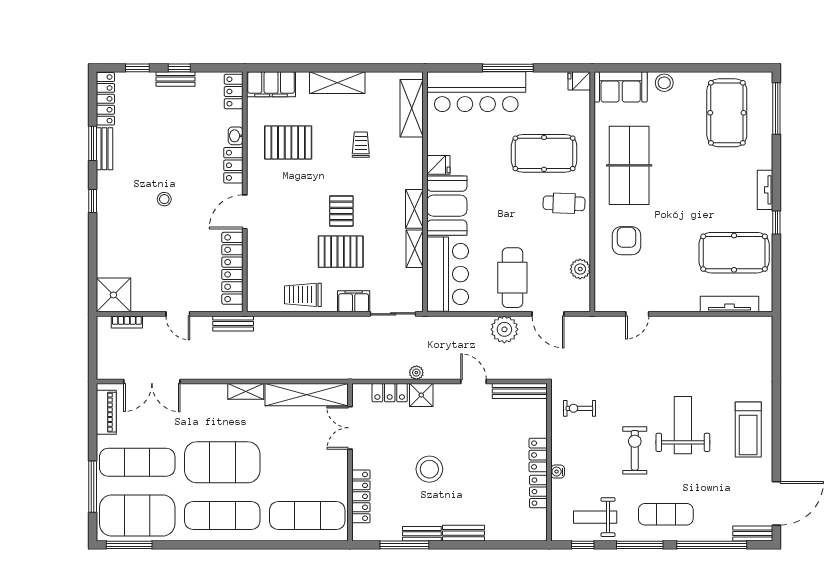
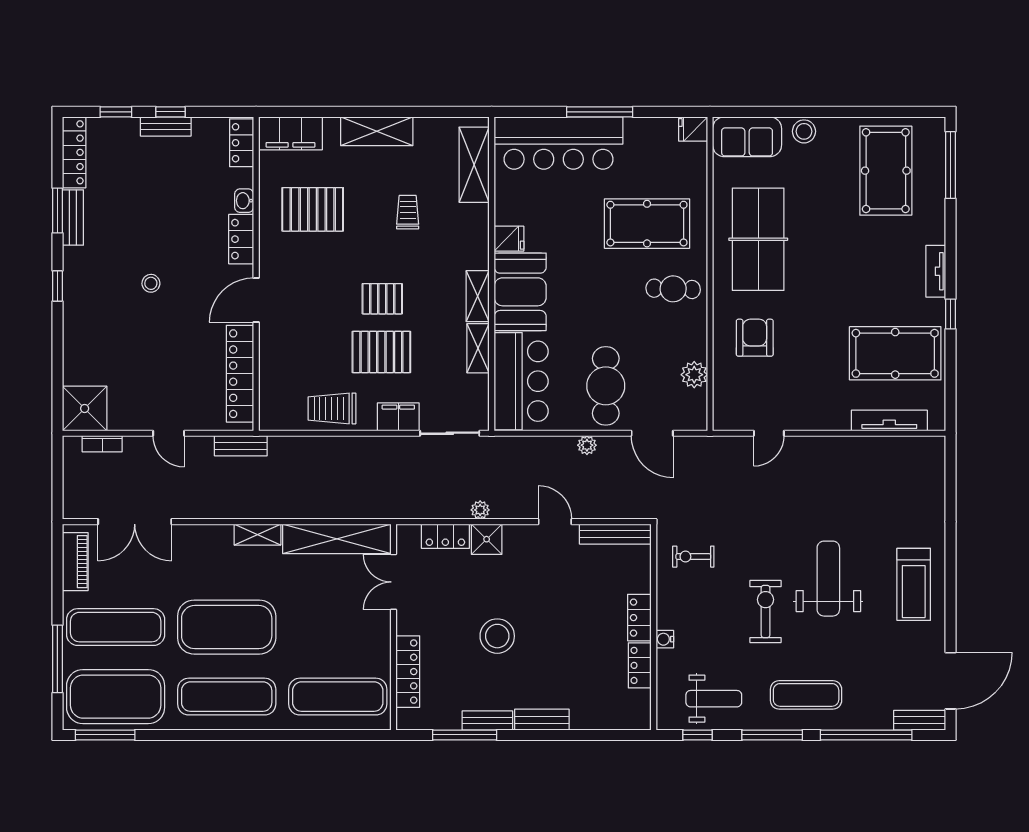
pallet: (341, 211) -> (382, 299), turned 90
plant: (504, 329) -> (587, 445), width x0.53, depth x0.53
weight bench: (595, 517) -> (714, 699), turned 180

